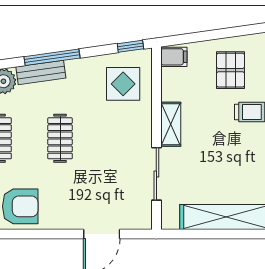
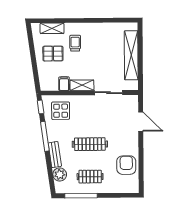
window: (52, 57) -> (45, 136), moved
filing cabinet: (174, 57) -> (64, 84), moved
clothes rail: (60, 138) -> (90, 144), width x1.36

